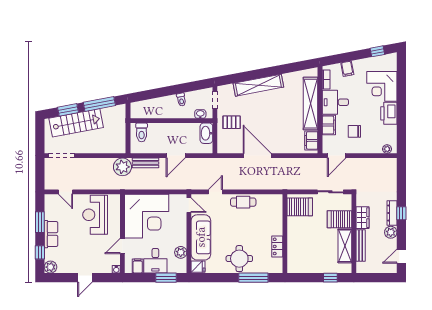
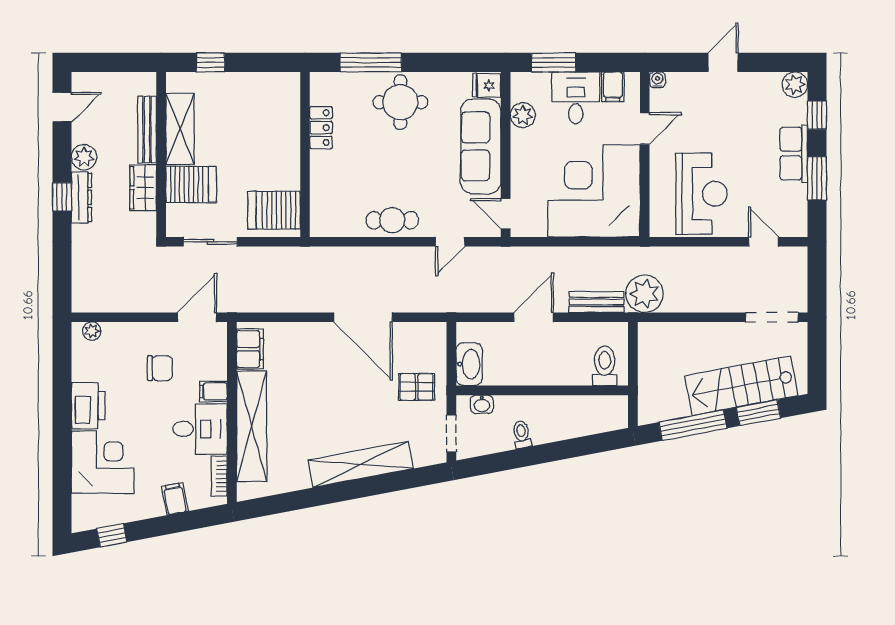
filing cabinet: (329, 125) -> (213, 391), width x0.50

